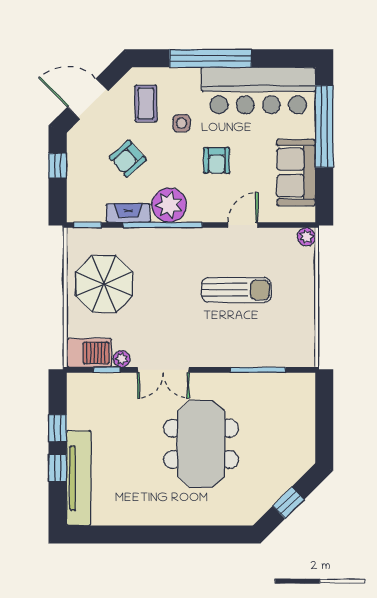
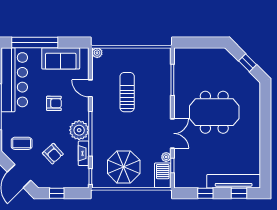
side table: (181, 123) -> (33, 123), removed
window: (58, 468) -> (239, 193), moved

